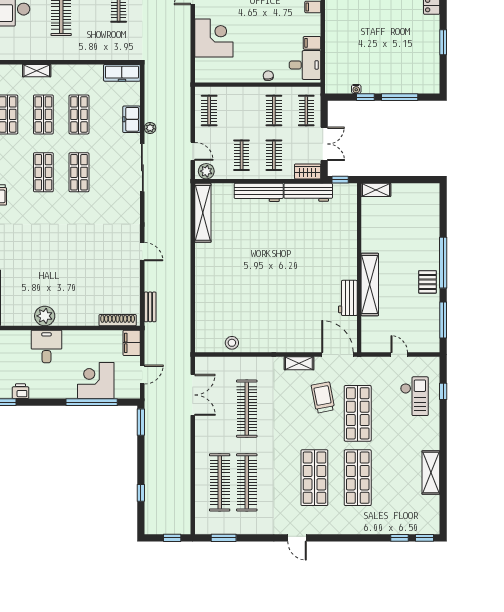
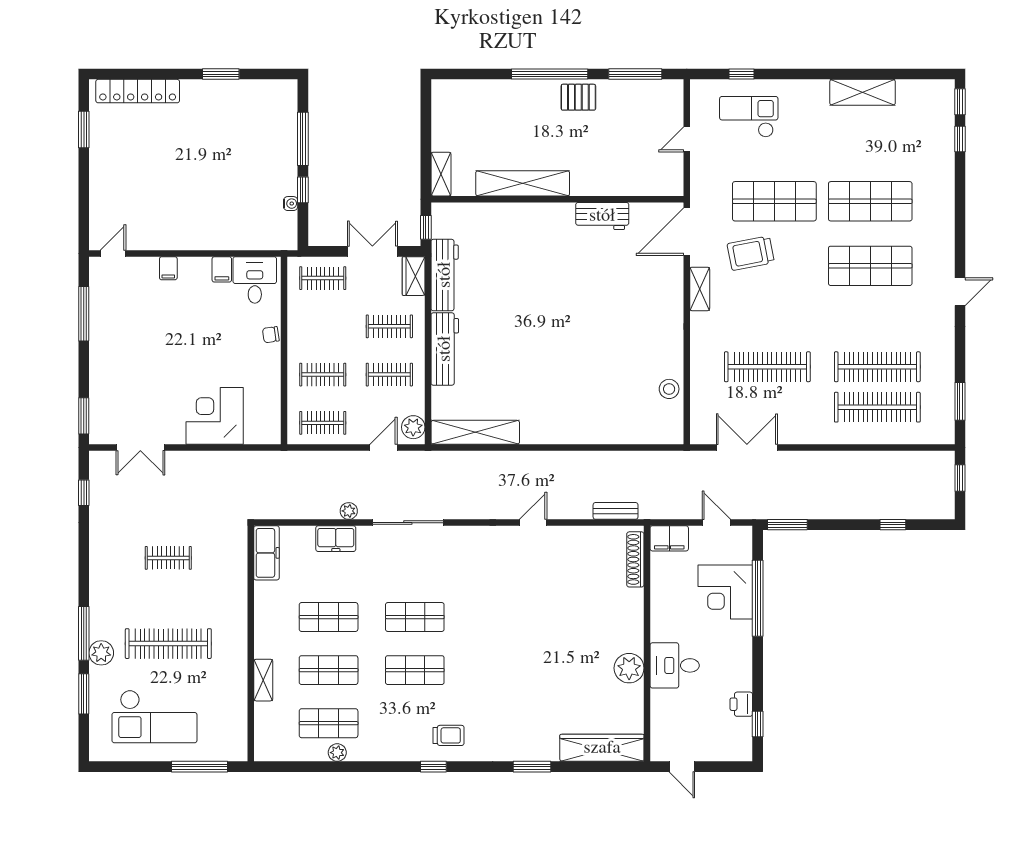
clothes rail: (274, 111) -> (323, 375), moved
shelving: (370, 284) -> (523, 183), moved

